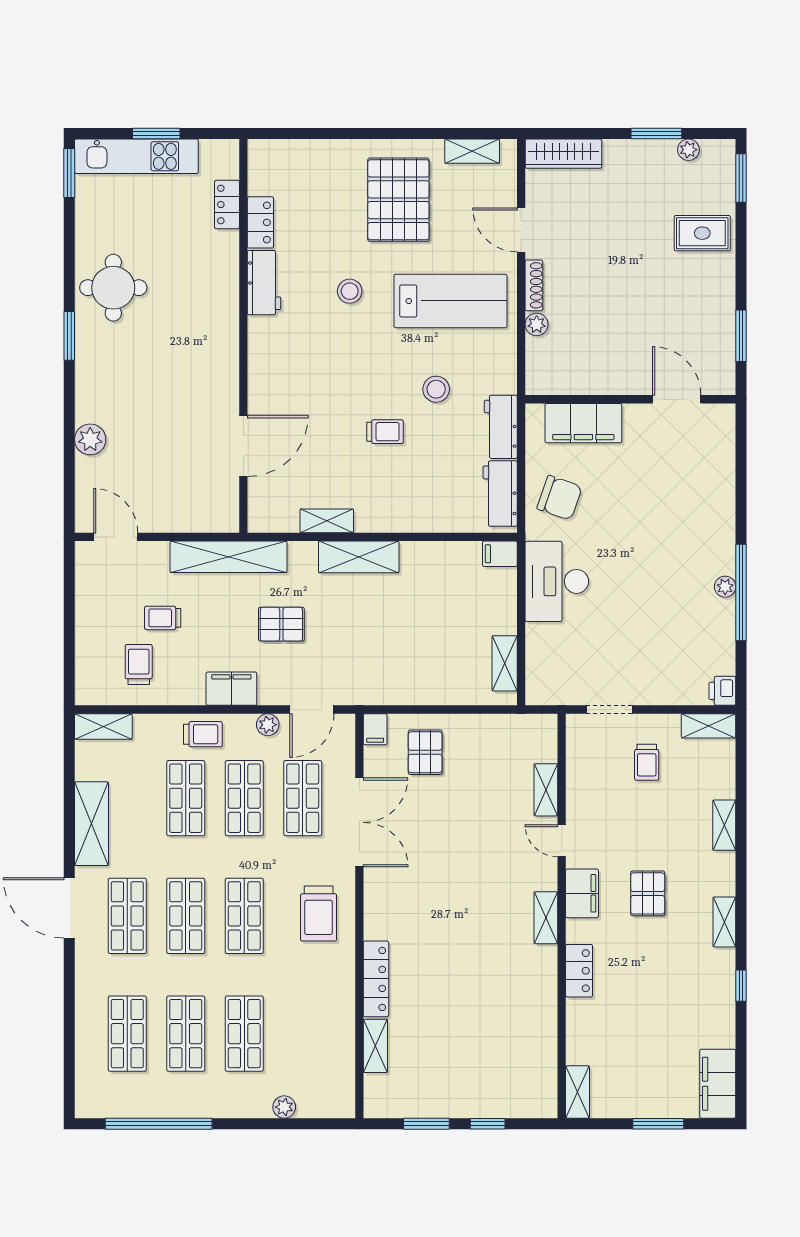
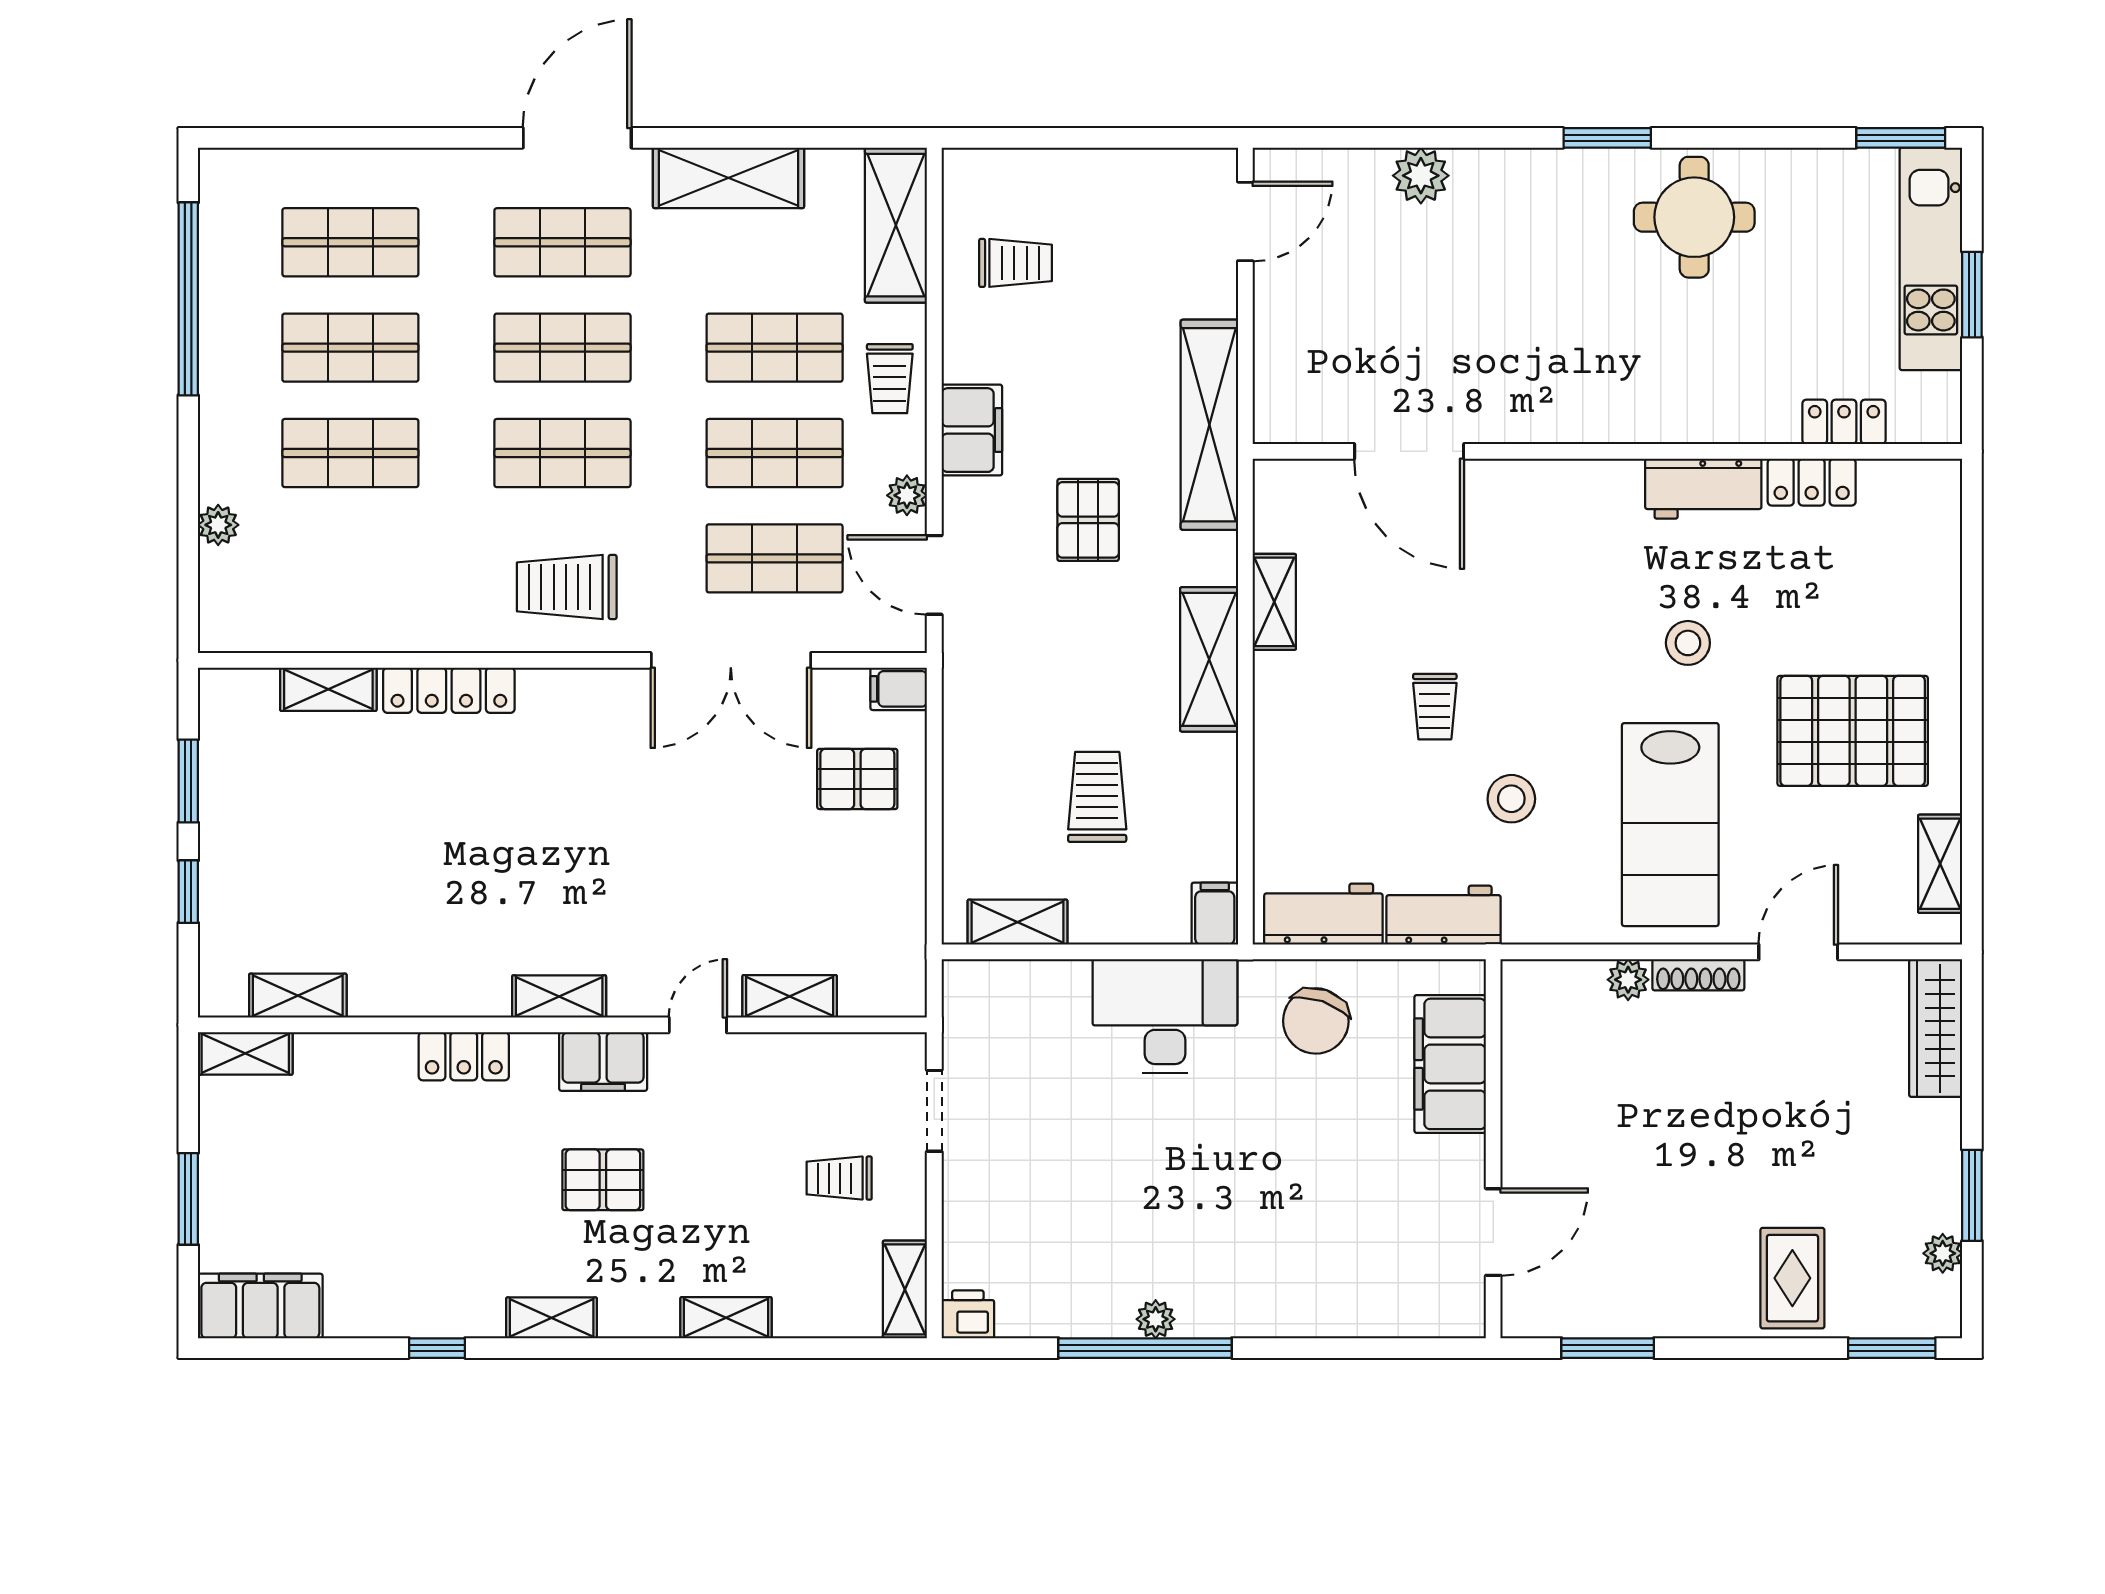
trolley: (163, 618) -> (1097, 797), moved, width x1.36, depth x1.39
shelving: (103, 726) -> (896, 225), width x1.50, depth x1.33
shelving: (545, 1063) -> (298, 996), added

